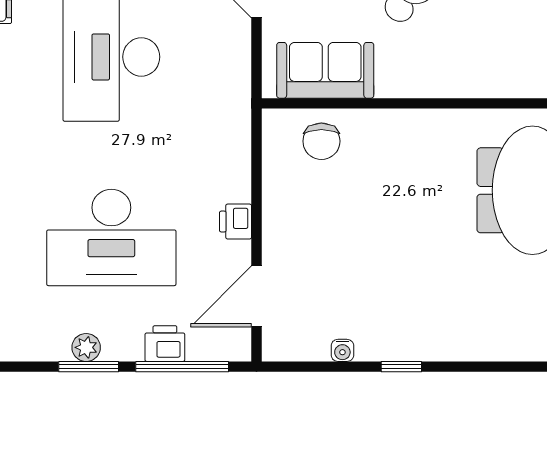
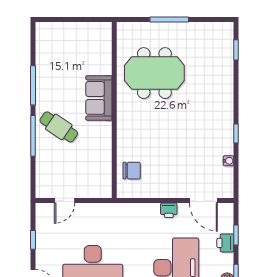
sofa: (325, 70) -> (99, 98), moved
window: (182, 367) -> (236, 235), width x0.46

